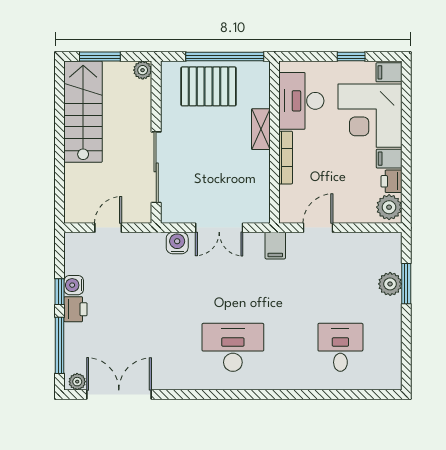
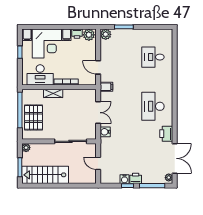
plant: (390, 284) -> (106, 34), moved
printer: (173, 376) -> (166, 134), added
double door: (119, 394) -> (175, 158), swing flipped

